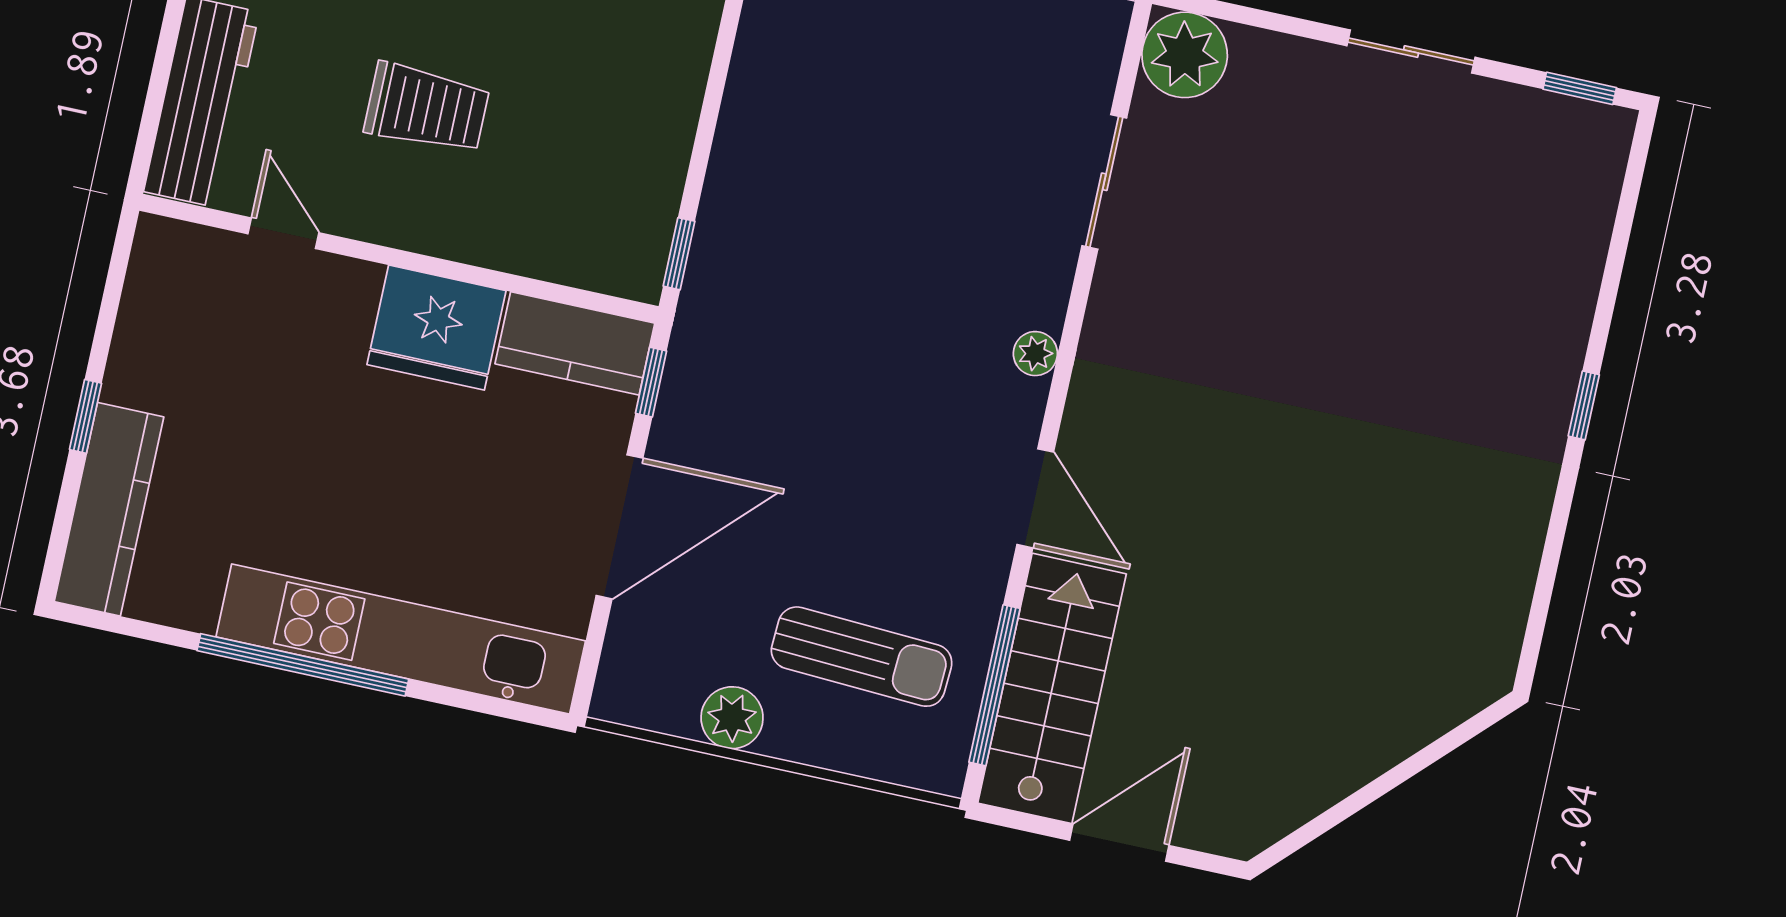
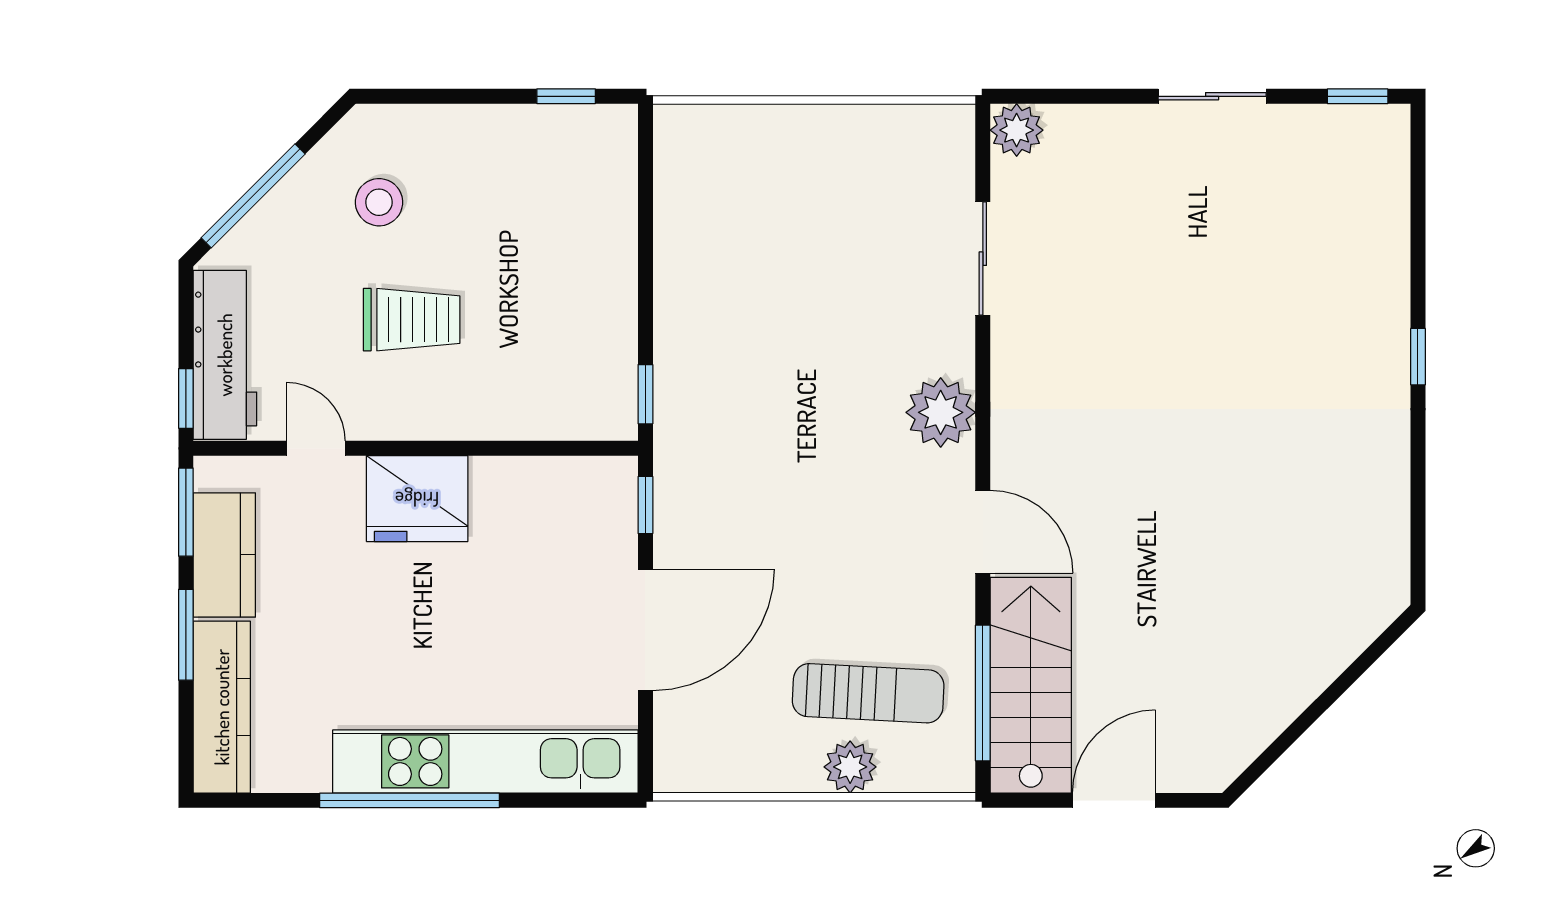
plant: (1185, 55) -> (1017, 130), width x0.73, depth x0.73
window: (145, 143) -> (186, 398), added
window: (117, 274) -> (186, 512), added
fridge: (437, 328) -> (417, 499), moved
kitchen counter: (575, 343) -> (224, 555), moved, turned -90
plant: (1035, 354) -> (941, 412), width x1.88, depth x1.88
window: (86, 416) -> (186, 635), width x1.50
plant: (732, 718) -> (850, 767), moved

